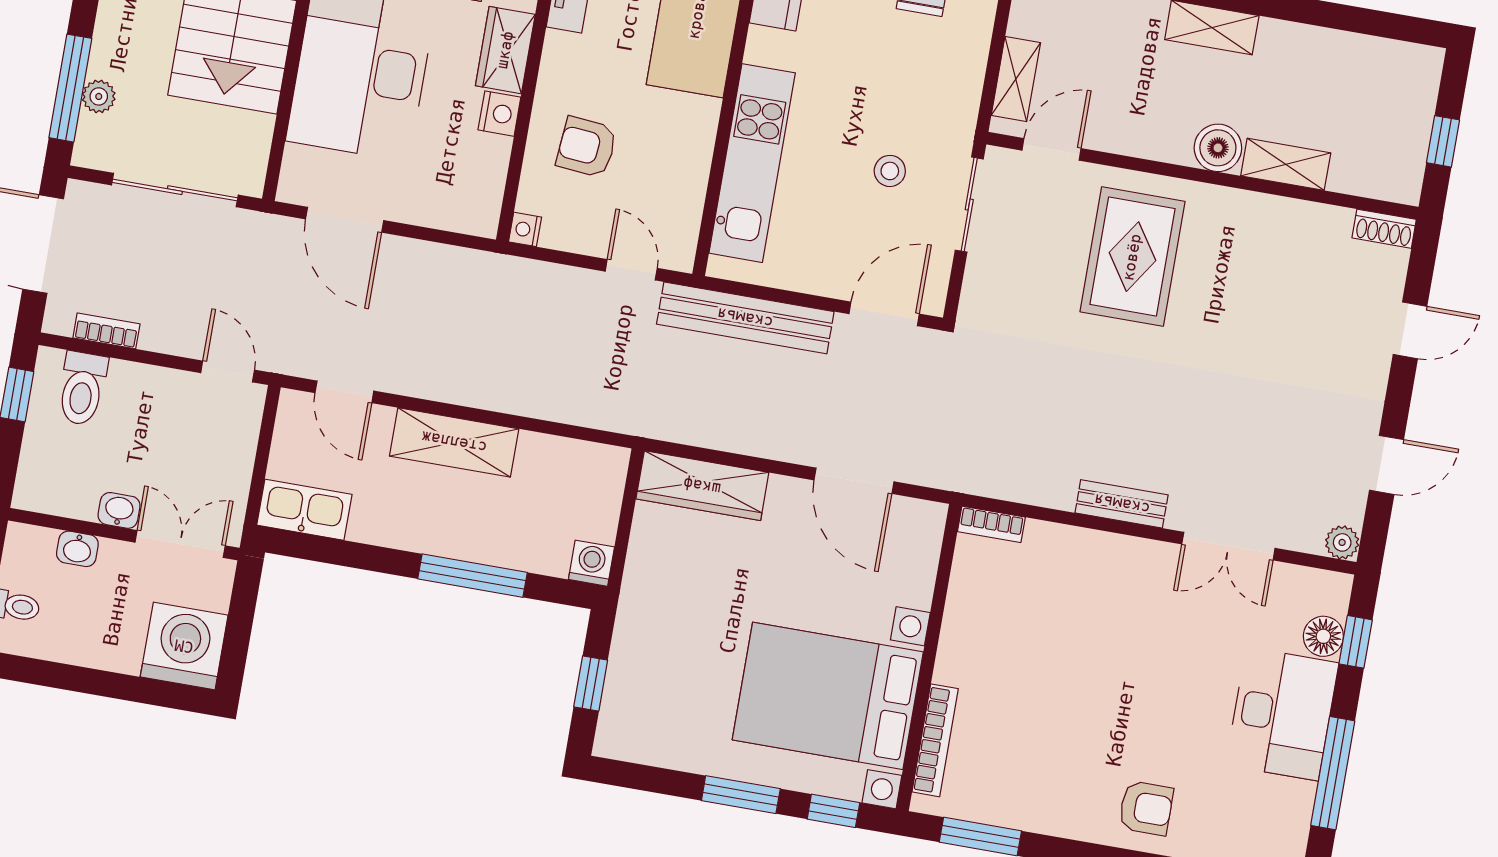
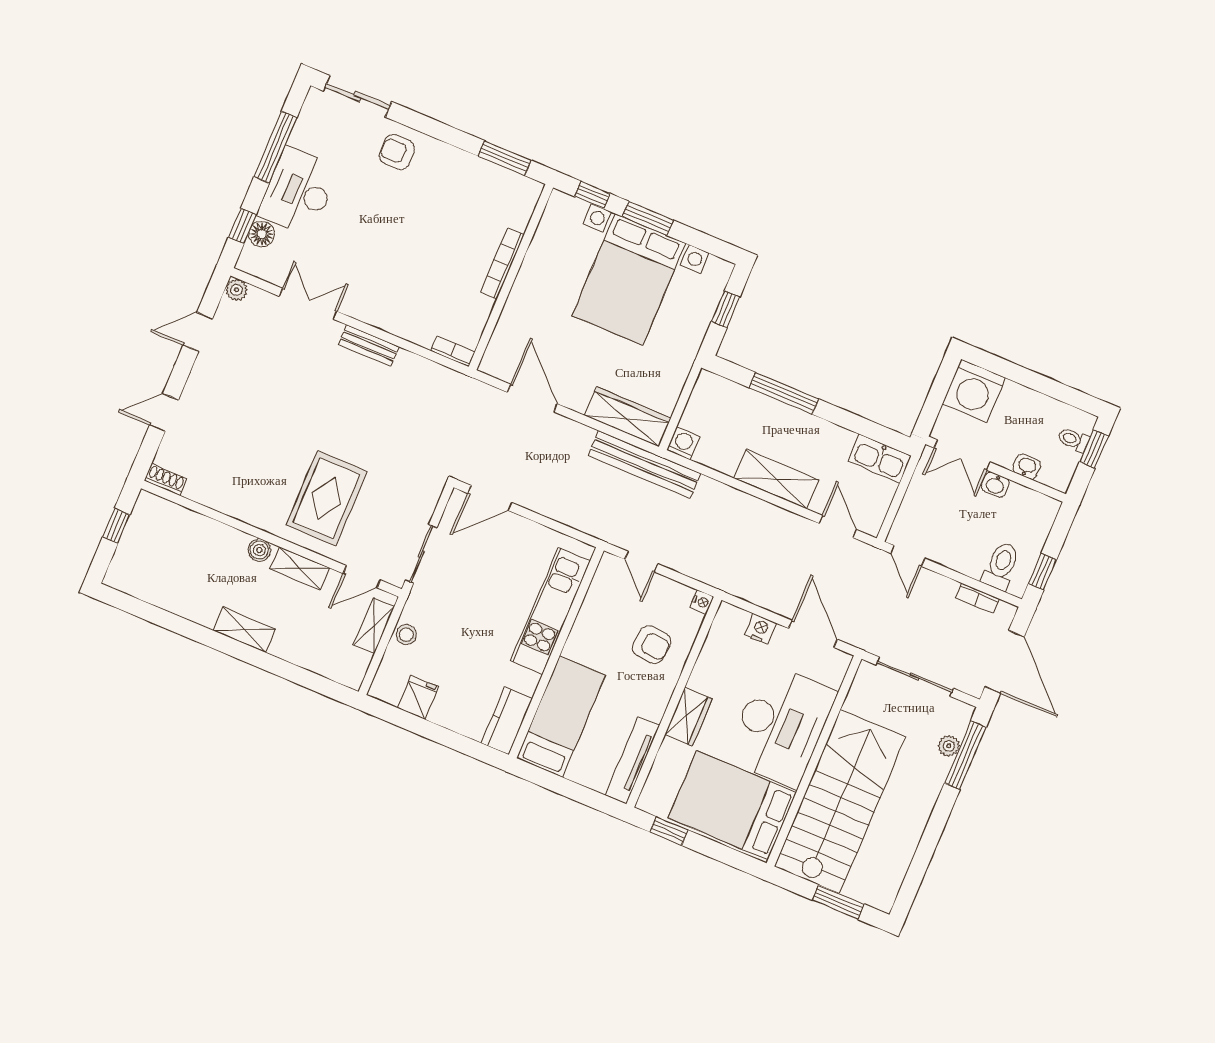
nightstand: (499, 114) -> (761, 629), moved, turned 90
boiler: (1218, 148) -> (259, 550), width x0.73, depth x0.73
shelving: (1286, 164) -> (300, 568), moved
stool: (890, 171) -> (406, 635), moved
bench: (745, 318) -> (644, 465), moved
washing machine: (591, 563) -> (683, 443), moved, turned 180
bed with nightstands: (828, 696) -> (629, 279), moved, turned 90
bookcase: (935, 740) -> (503, 263), moved

